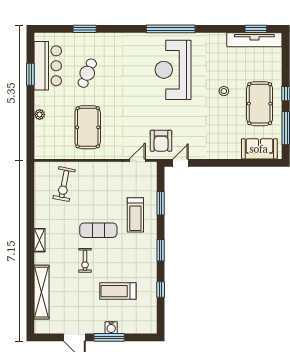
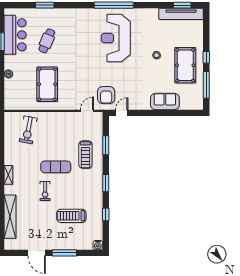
sofa: (259, 149) -> (165, 101), moved
water cooler: (111, 328) -> (98, 245), moved

